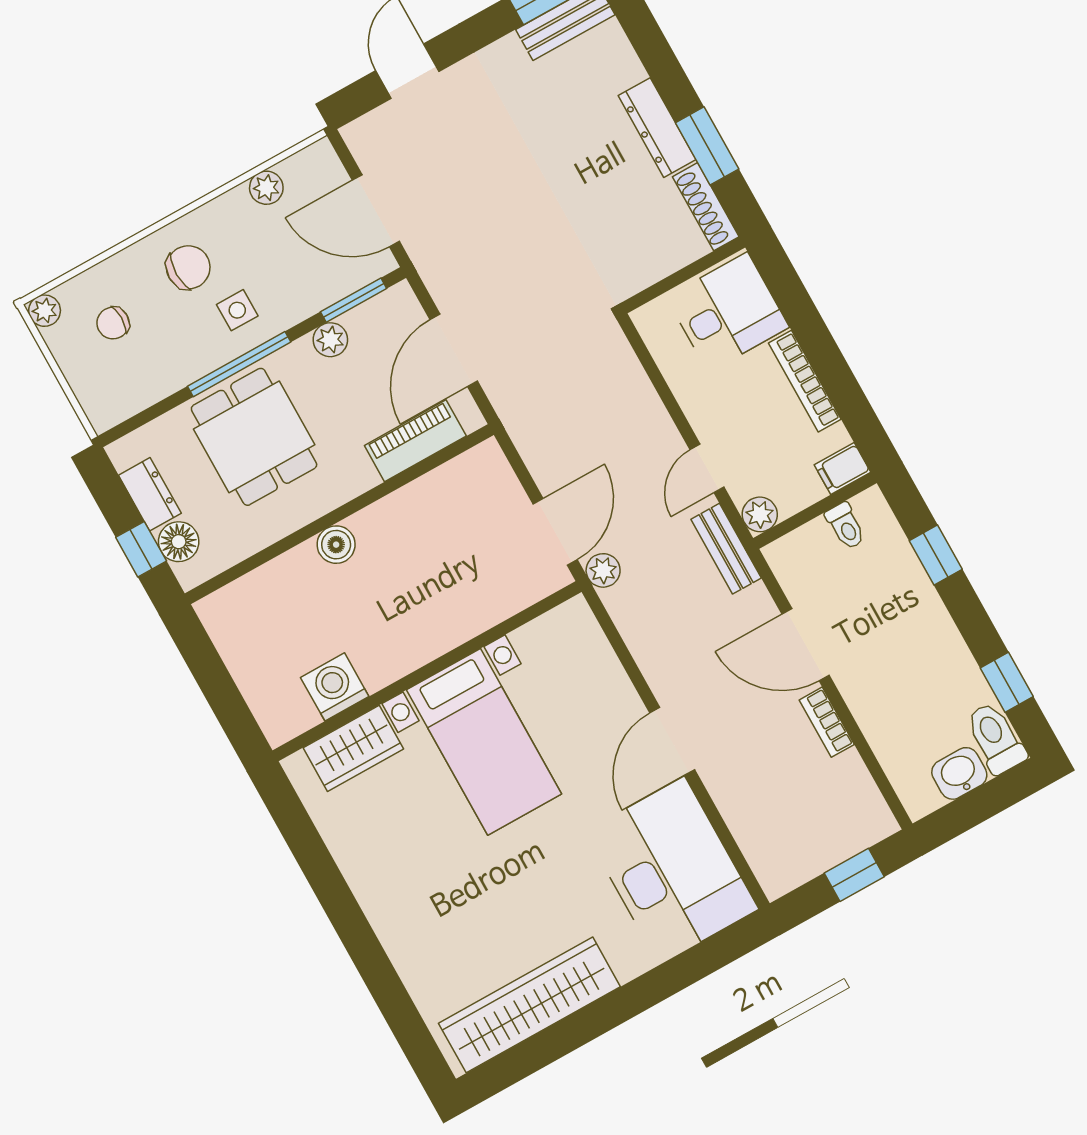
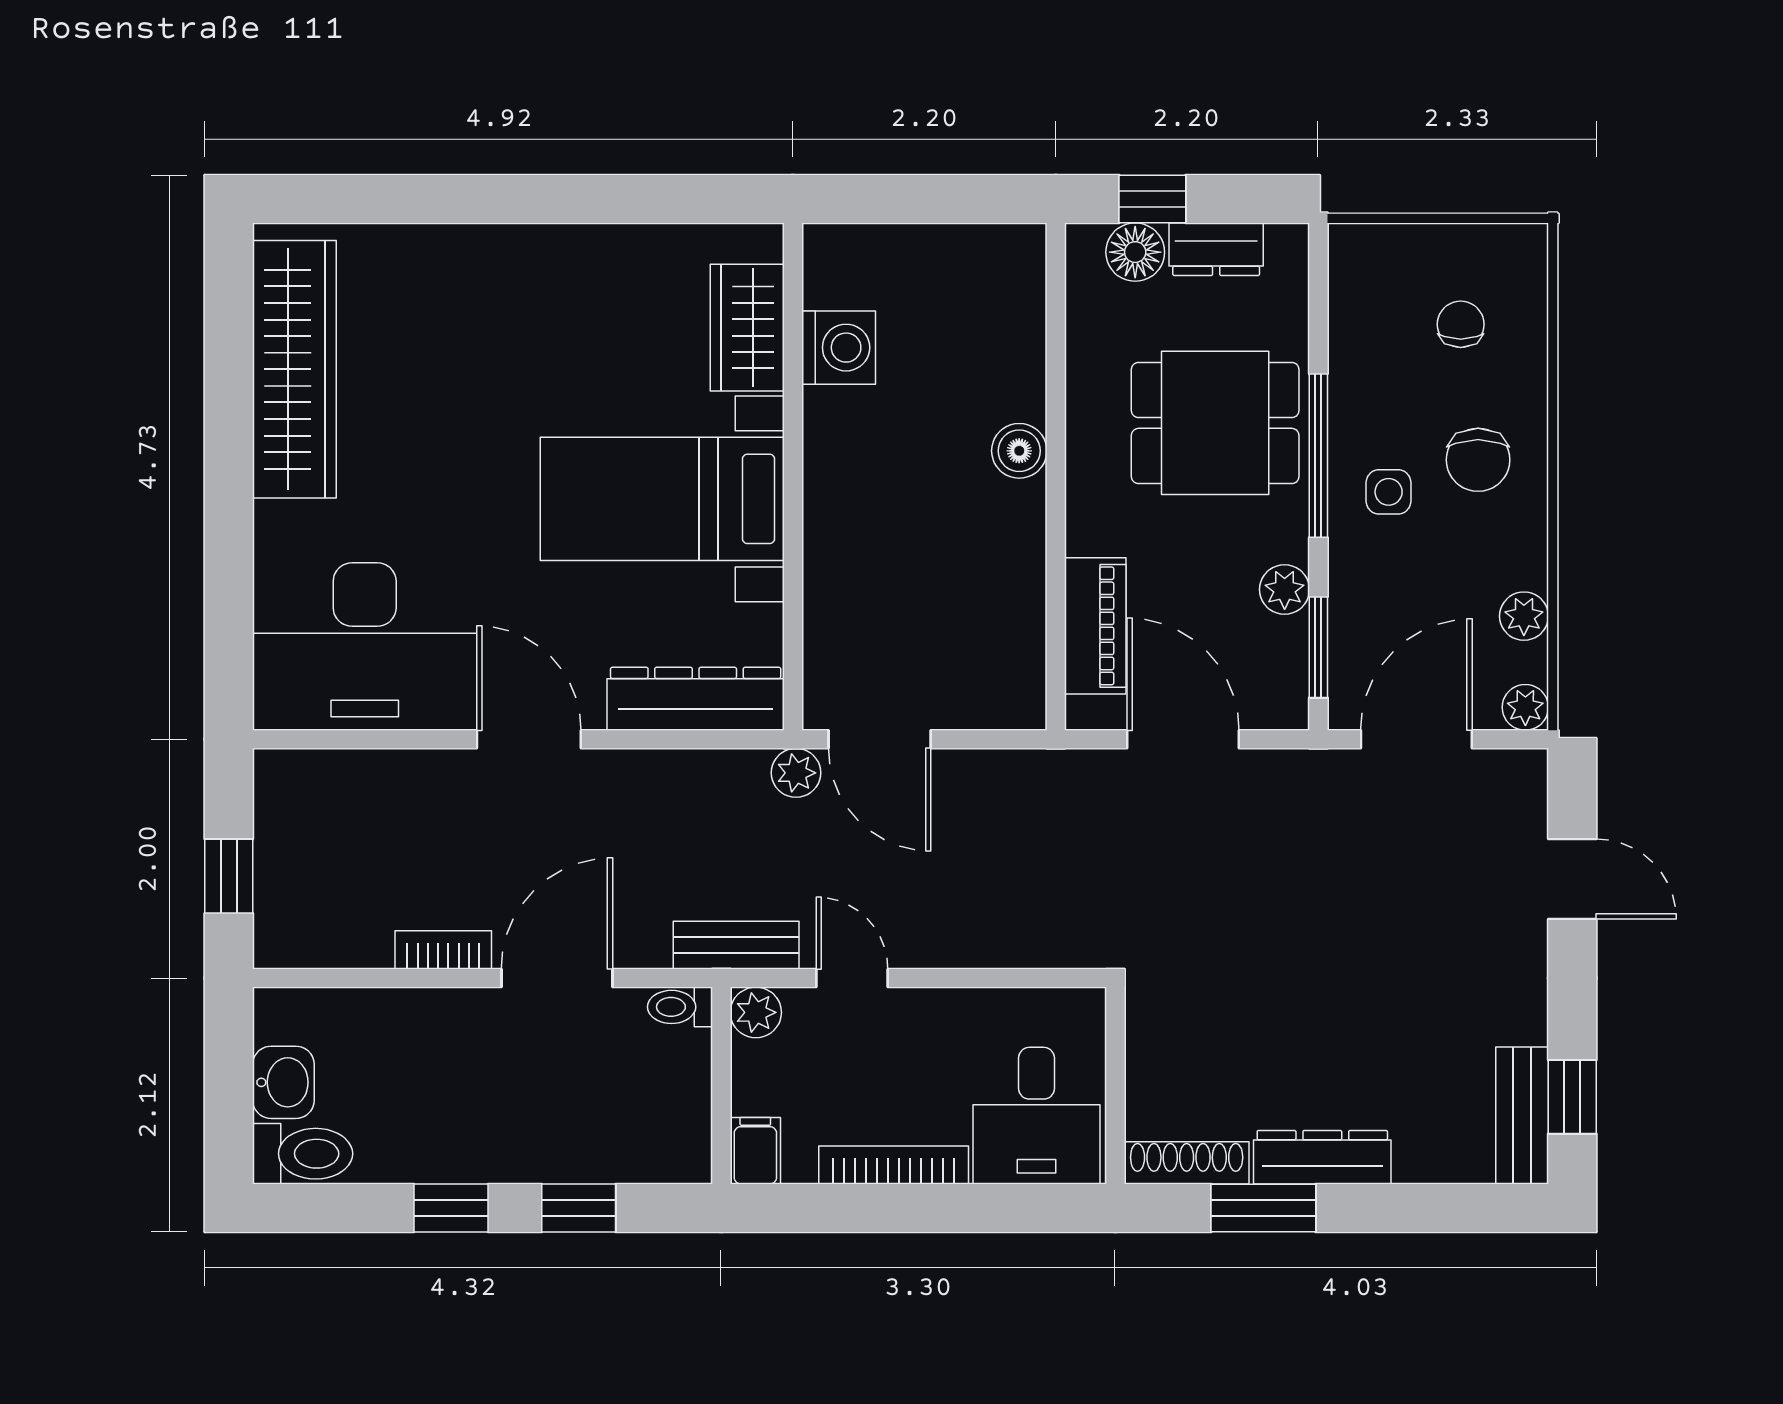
plant: (45, 311) -> (1525, 707), moved
toilet: (846, 526) -> (680, 1007), moved
dresser: (592, 655) -> (696, 699), added
window: (1007, 682) -> (451, 1208), moved

